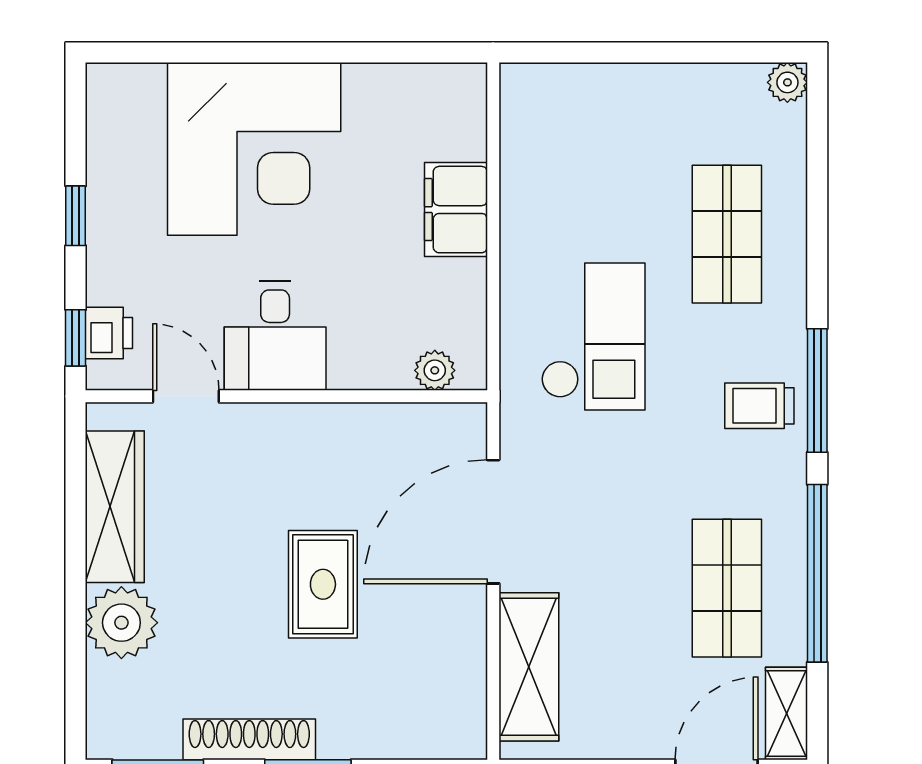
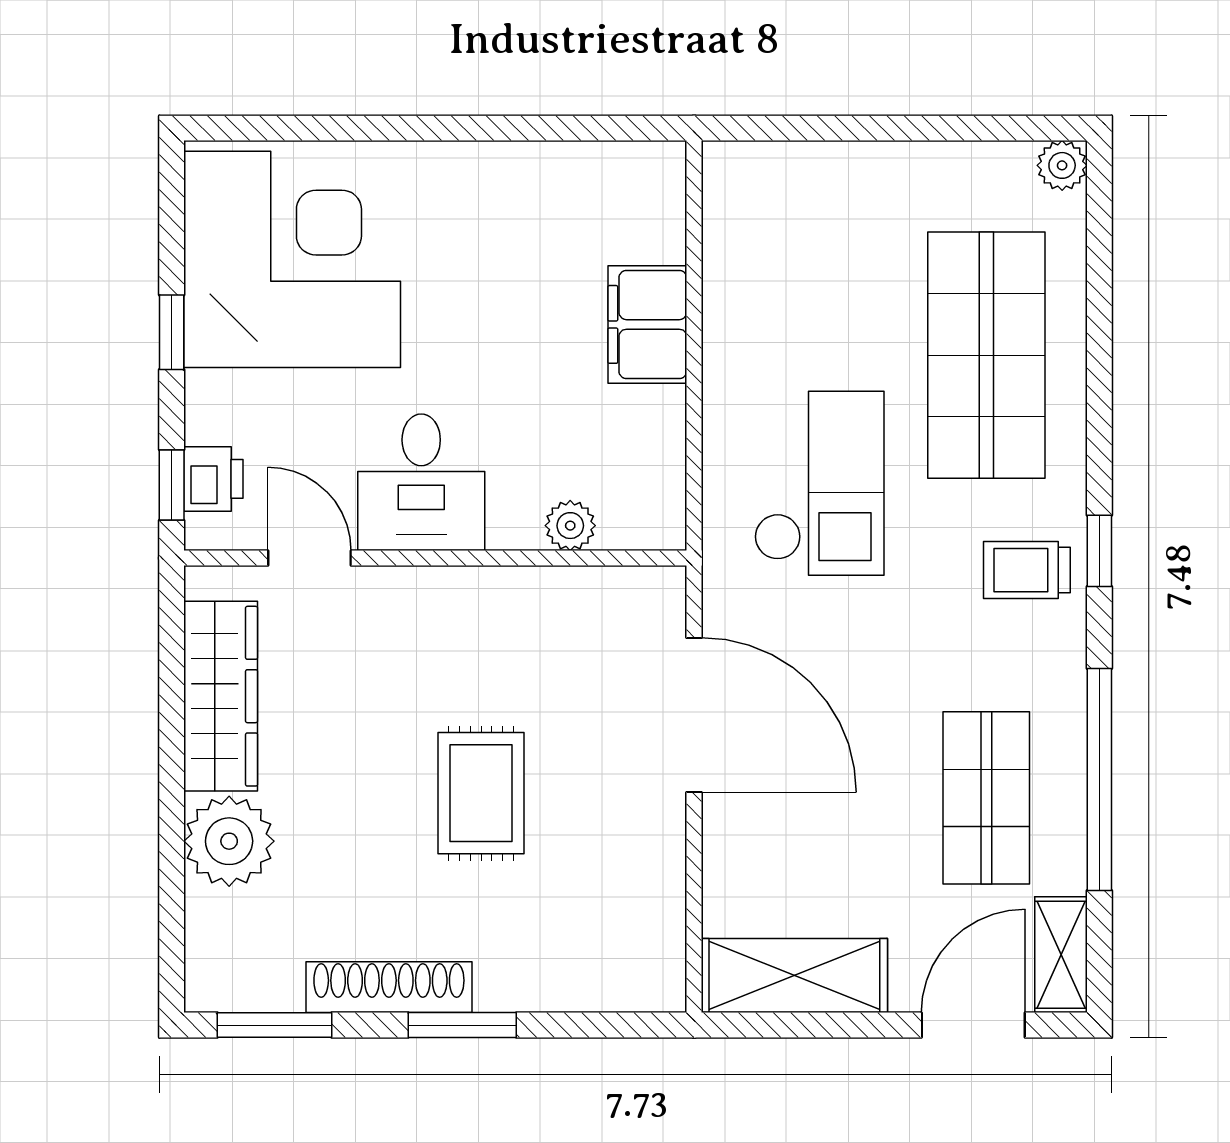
corner desk: (254, 149) -> (292, 259), moved, turned -90
shop shelf: (727, 234) -> (986, 355), width x1.43, depth x1.36
plant: (435, 370) -> (570, 526), moved
window: (817, 391) -> (1099, 551), width x0.46
door: (493, 522) -> (694, 715), swing flipped
shelving: (529, 667) -> (794, 976), moved, turned 90

